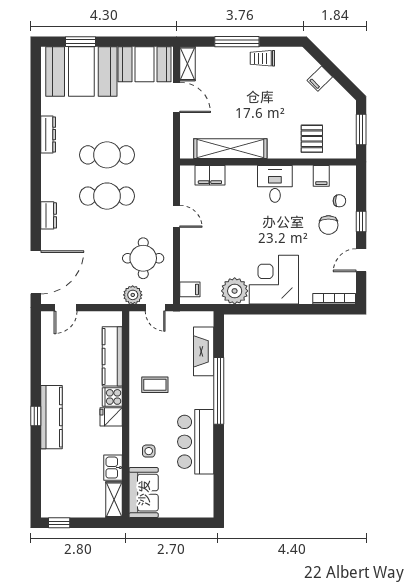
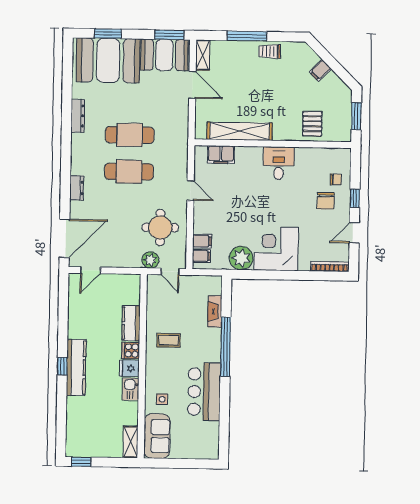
window: (150, 42) -> (169, 35), added
filing cabinet: (321, 176) -> (202, 241), moved, turned -90
fireplace: (204, 351) -> (215, 311), width x0.73, depth x0.76
kitchen counter: (112, 356) -> (131, 323), width x0.67
kitchen sink: (113, 468) -> (131, 389), moved

